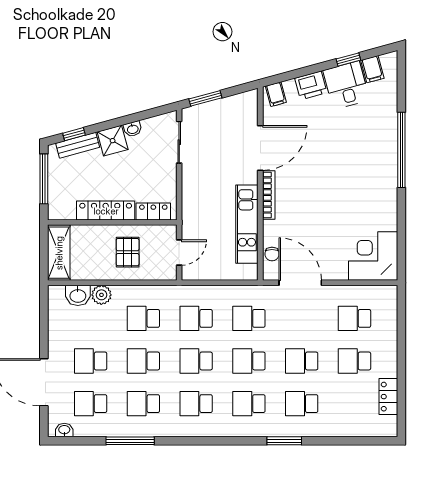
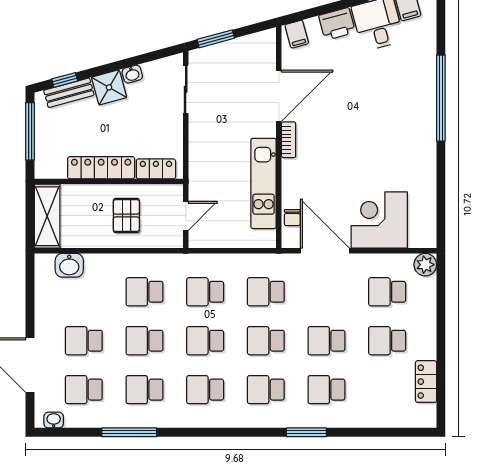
bookcase: (269, 195) -> (289, 140), width x0.64
corner desk: (373, 256) -> (379, 220), moved
plant: (101, 295) -> (425, 265), moved

